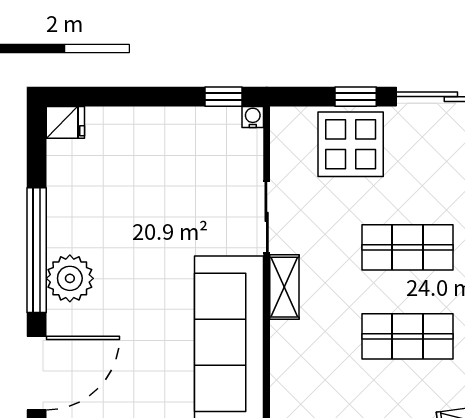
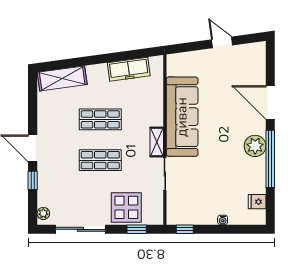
window: (356, 97) -> (137, 229), moved
water cooler: (253, 117) -> (223, 220), moved
fridge: (65, 122) -> (257, 202), moved
door: (37, 373) -> (270, 103), hinge flipped

